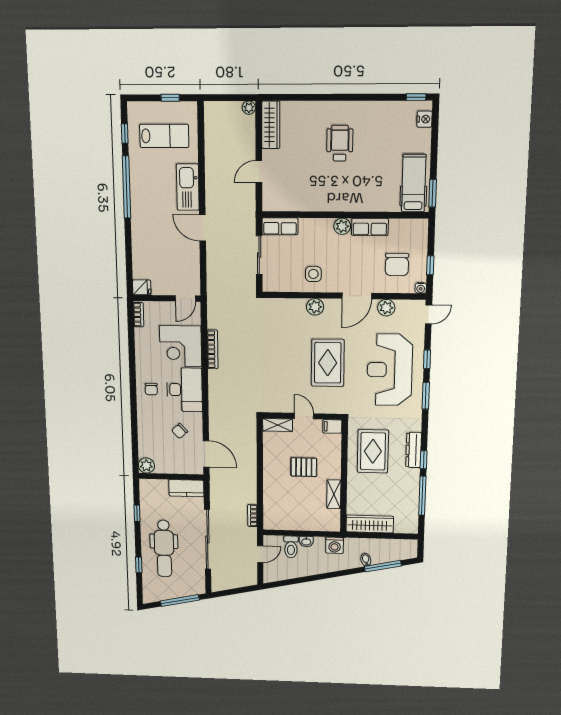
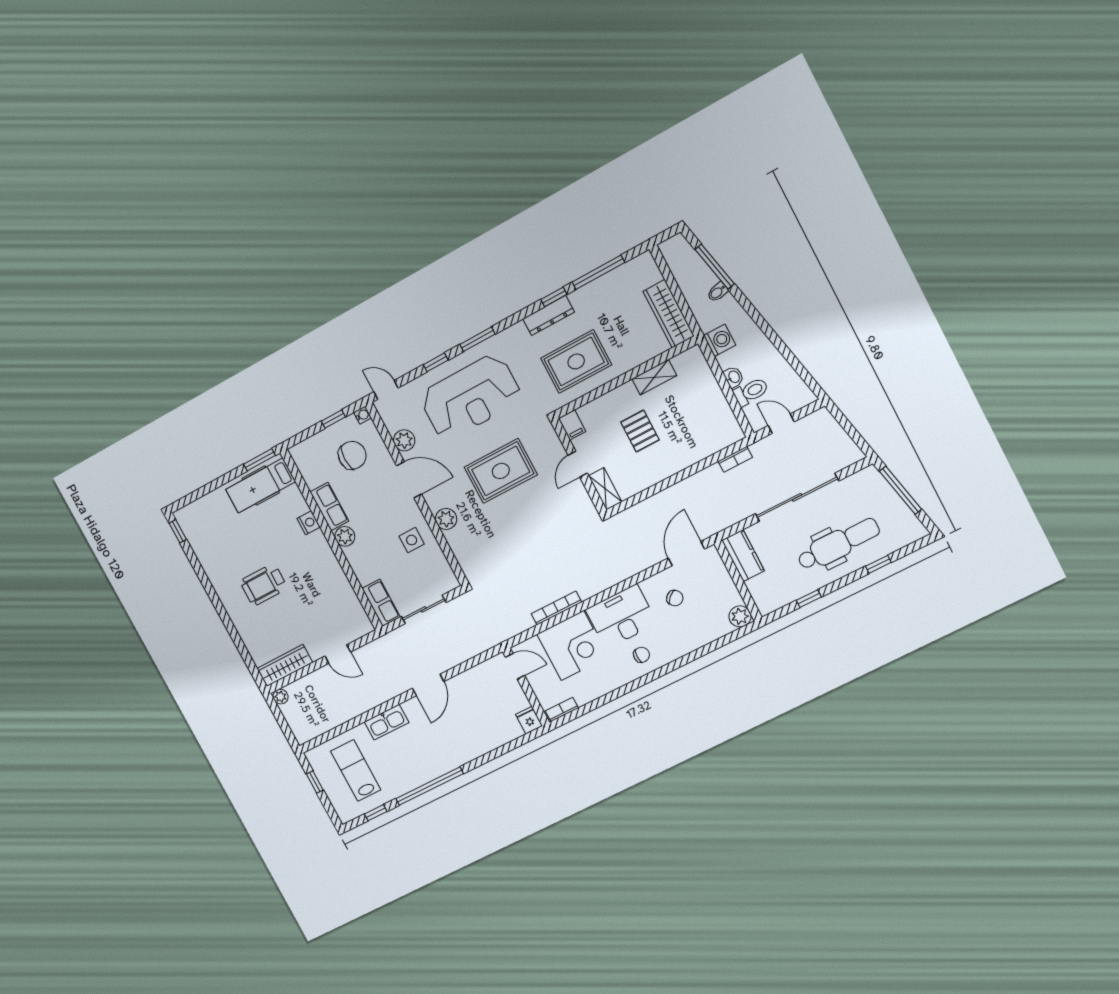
nightstand: (425, 119) -> (309, 523), moved, turned 90
kitchen sink: (188, 187) -> (387, 722), width x0.73, depth x0.81

